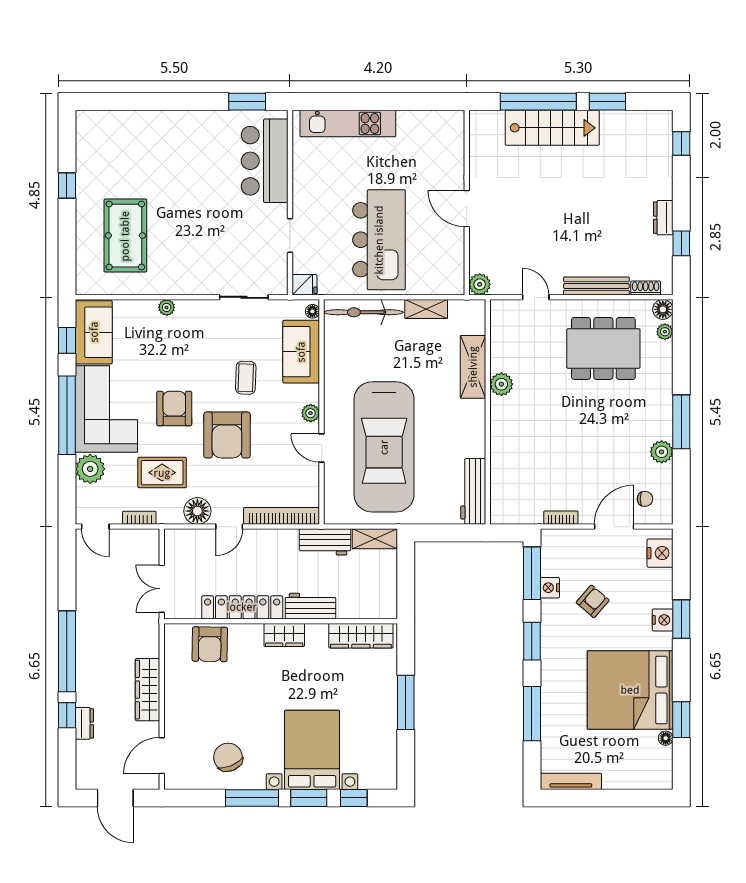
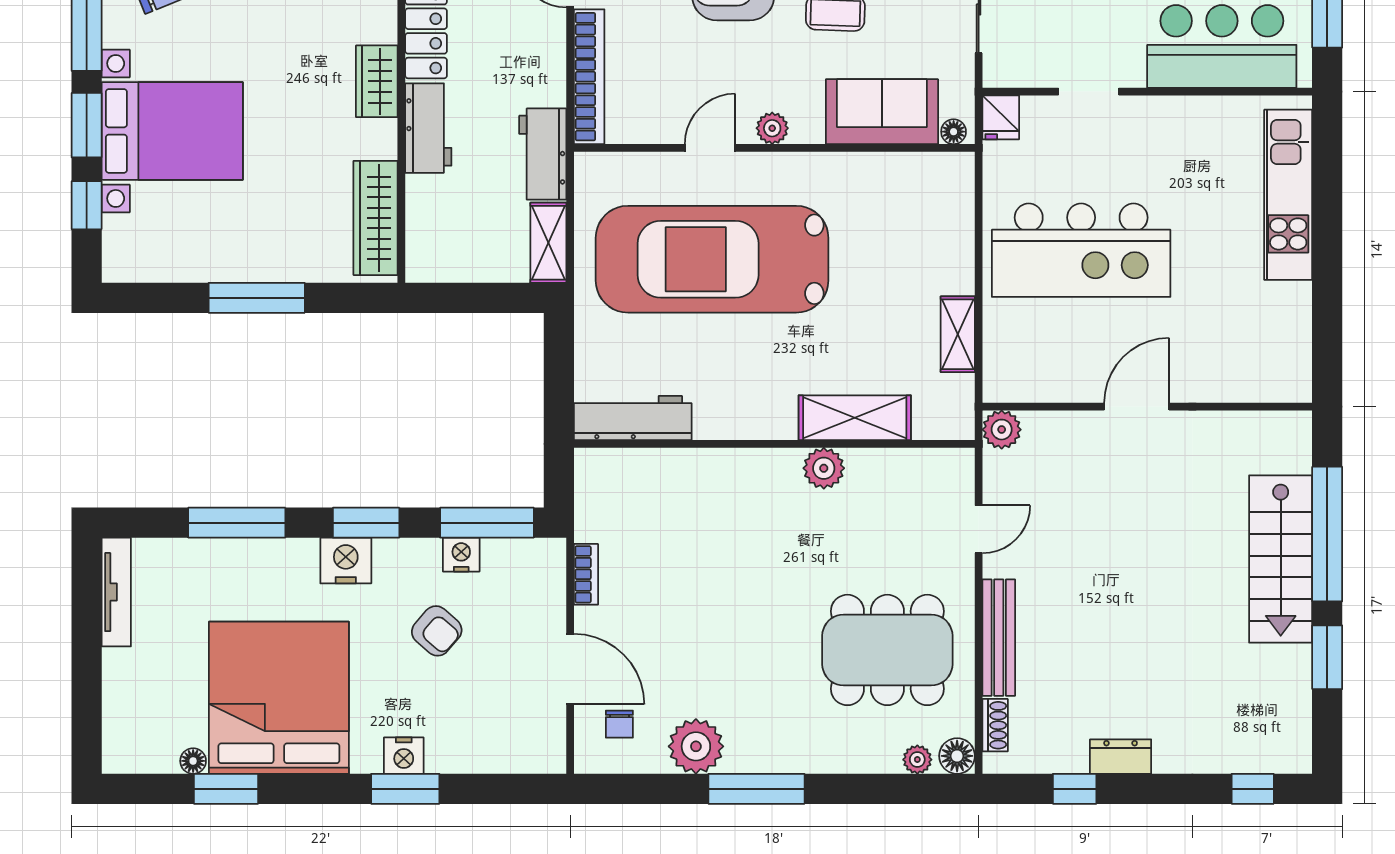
bicycle: (363, 312) -> (952, 222), removed
dining table: (603, 348) -> (887, 650), turned 90
plant: (662, 452) -> (696, 746), width x1.36, depth x1.36
nightstand: (660, 553) -> (346, 561), moved, turned 180

